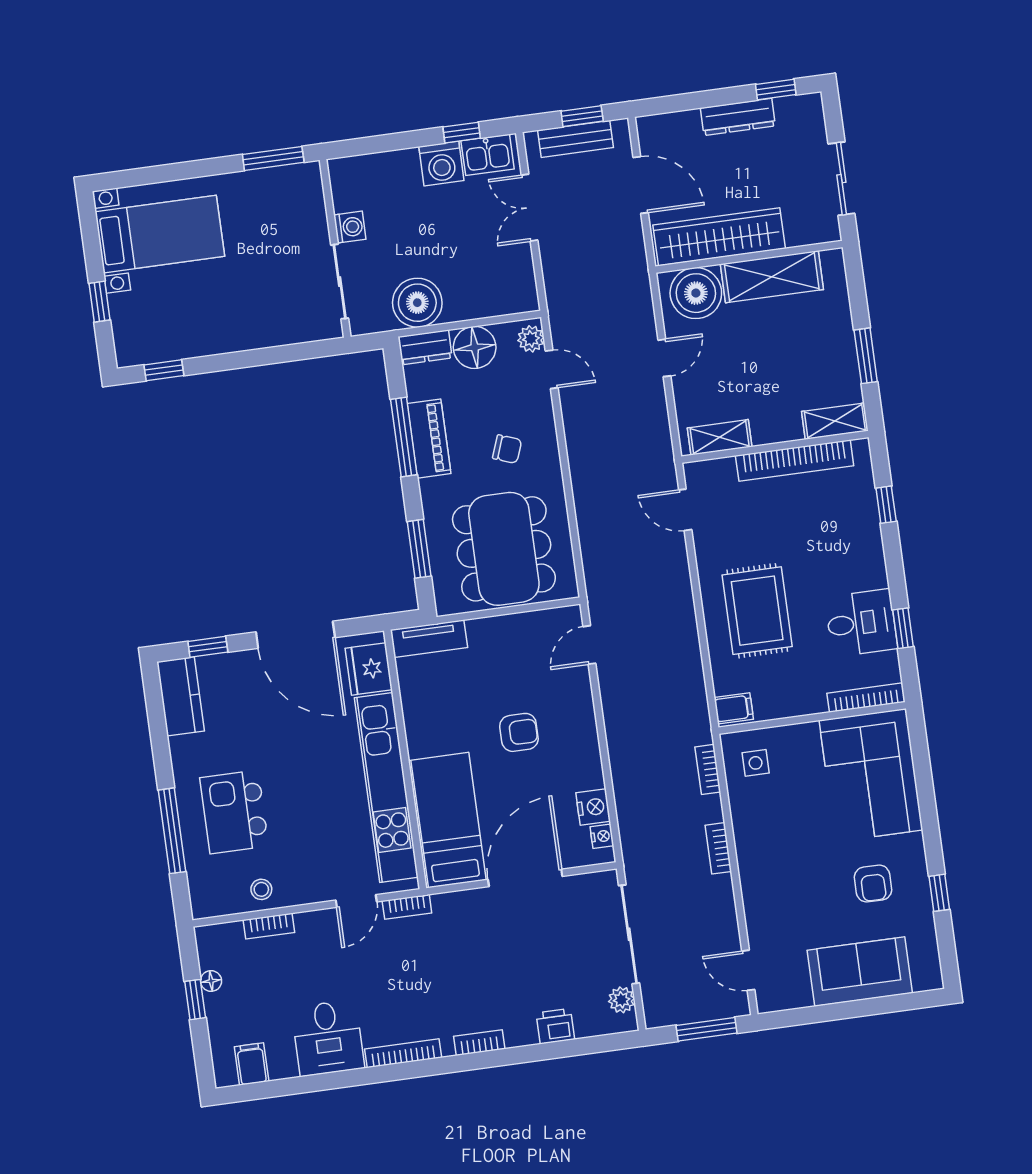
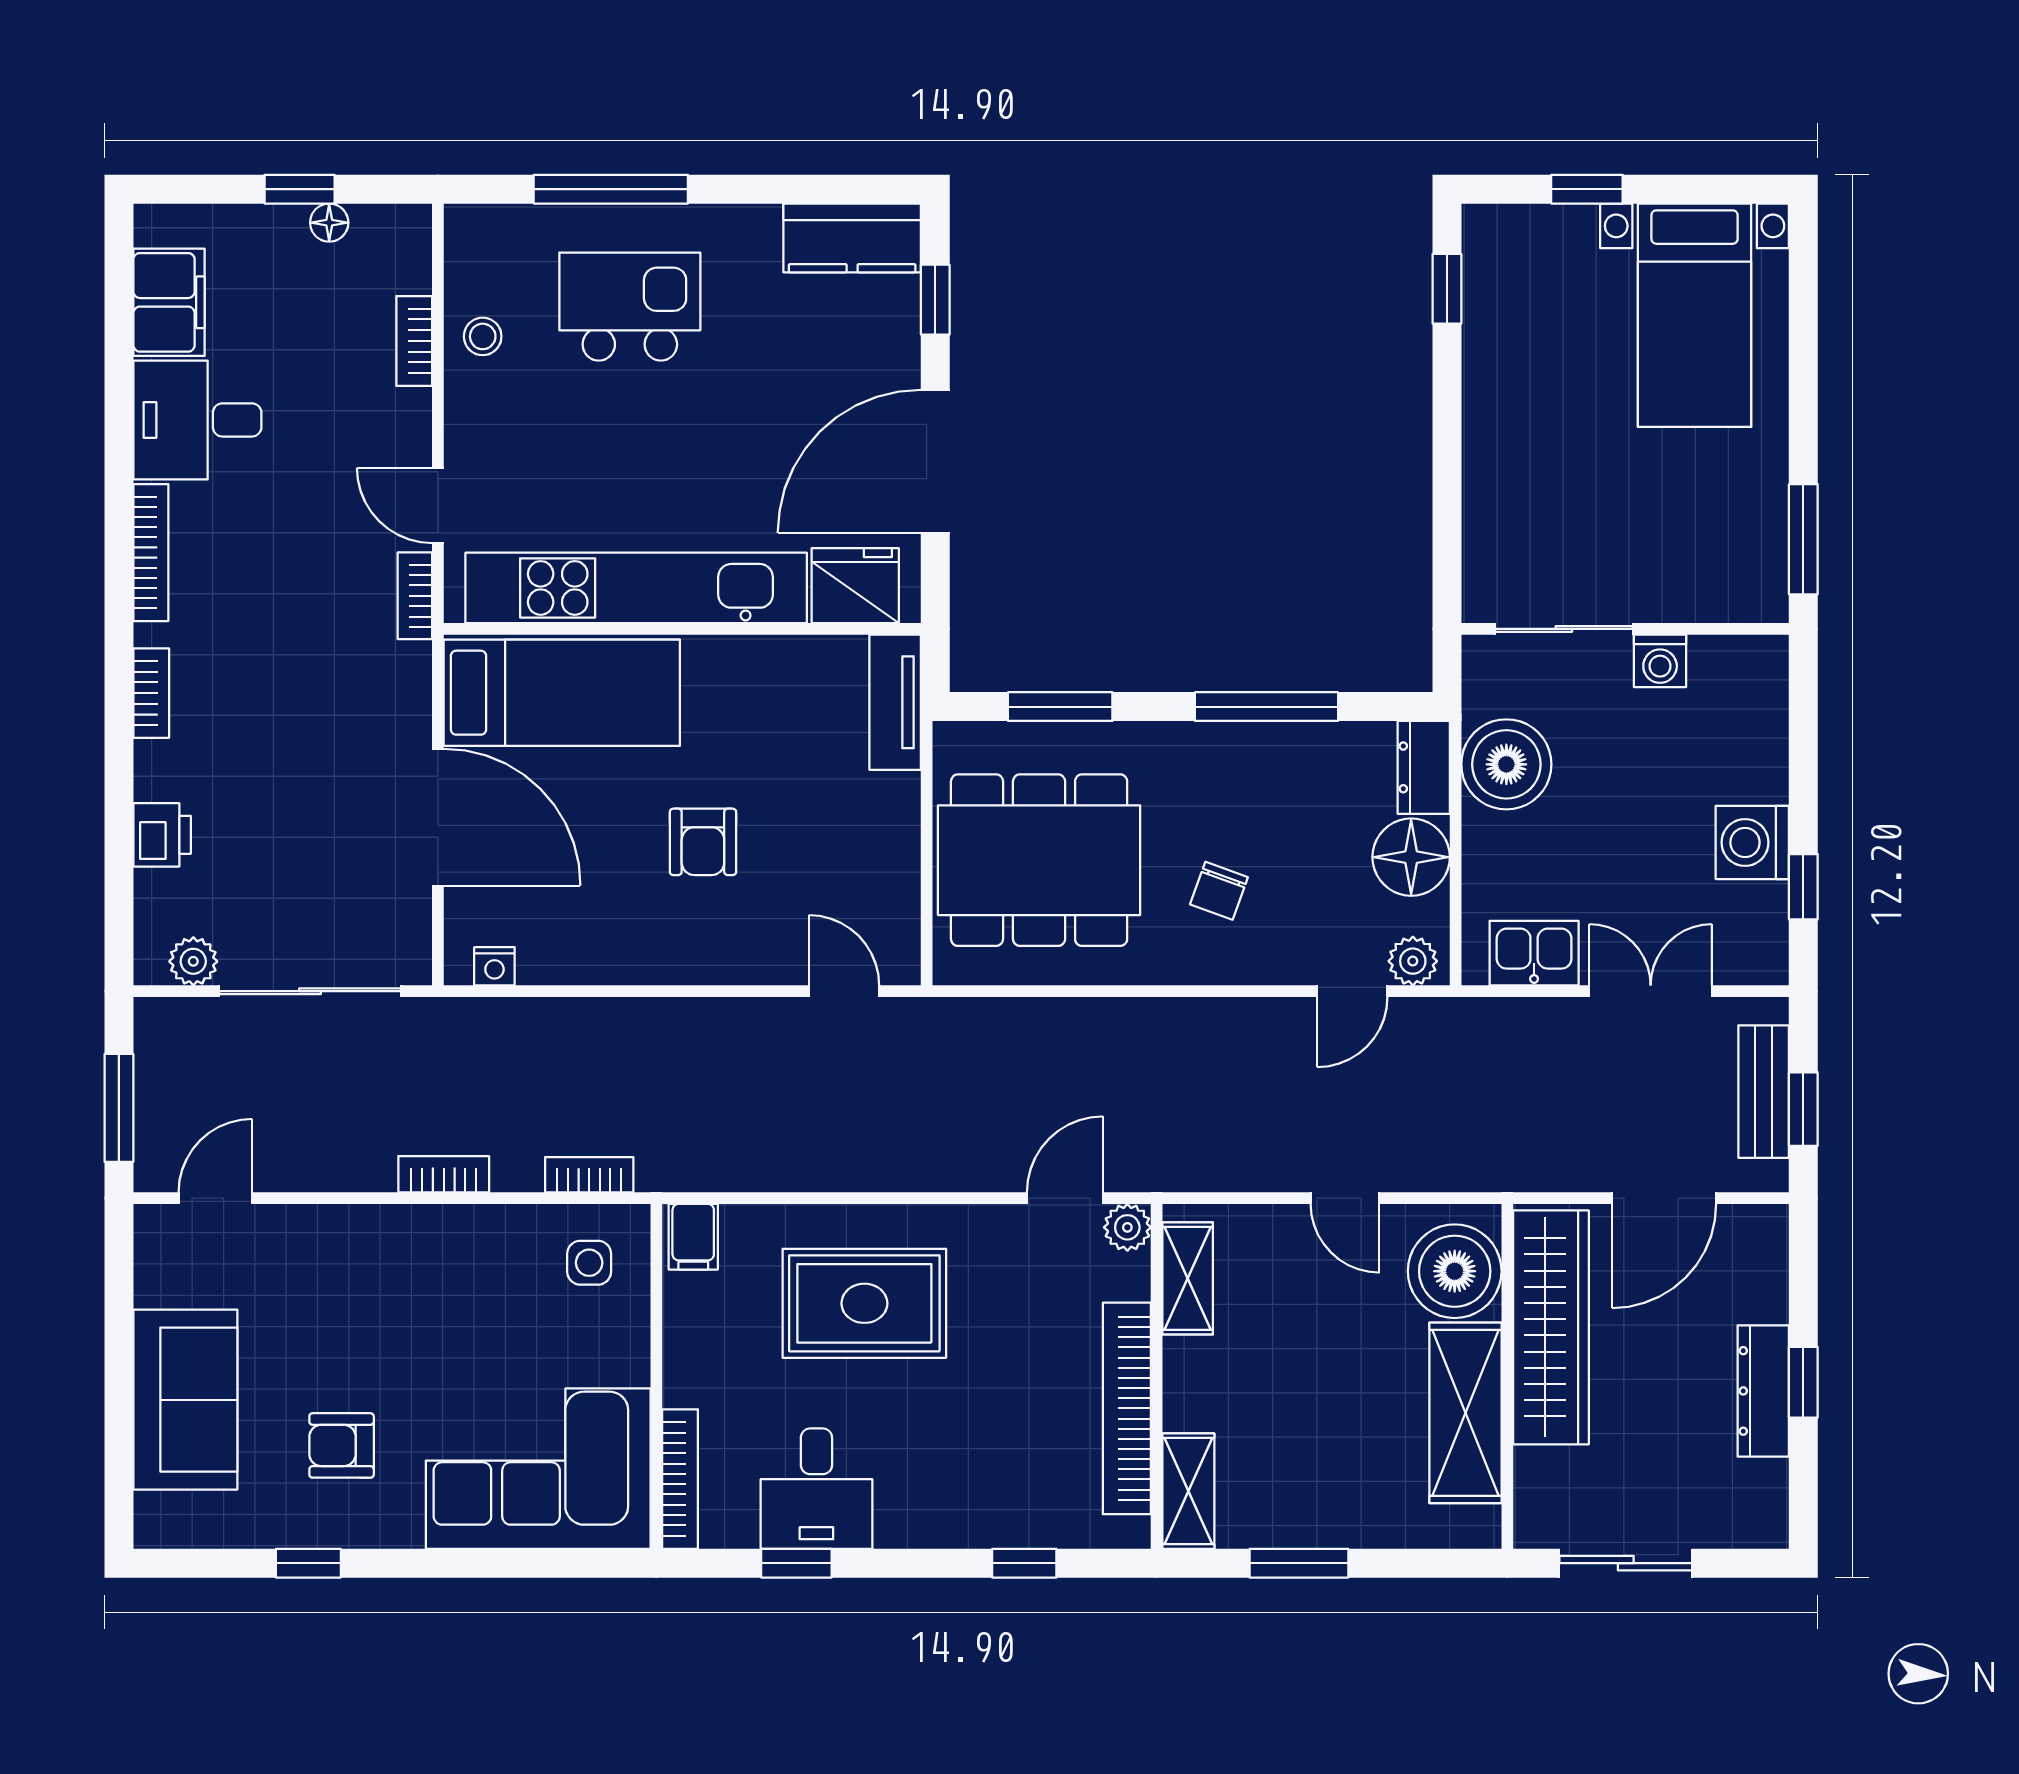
window: (776, 90) -> (1803, 1382), moved
kitchen sink: (488, 155) -> (1534, 953), moved, turned 90
piano: (429, 439) -> (1257, 752), removed
plant: (696, 474) -> (1127, 1227), added
nightstand: (593, 807) -> (550, 958), removed
filing cabinet: (252, 1064) -> (169, 302), width x2.00

